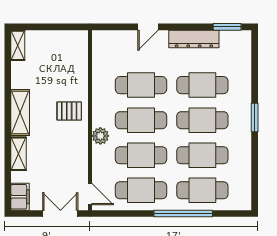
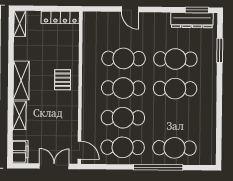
door: (148, 27) -> (130, 9), hinge flipped
locker: (66, 37) -> (60, 18), added
dresser: (194, 39) -> (192, 20), moved
pallet: (69, 111) -> (63, 80), turned 90
window: (255, 118) -> (220, 50), moved
plant: (100, 136) -> (89, 101), removed
cafe table: (202, 155) -> (175, 118), removed

